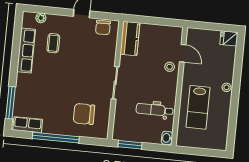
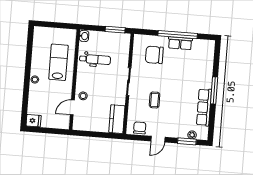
window: (47, 10) -> (187, 141), added
coffee table: (53, 43) -> (155, 100), moved
door: (183, 53) -> (72, 107), hinge flipped
window: (11, 103) -> (214, 90), moved
chair: (84, 114) -> (154, 55), turned 180
row of seats: (28, 125) -> (180, 43), moved

